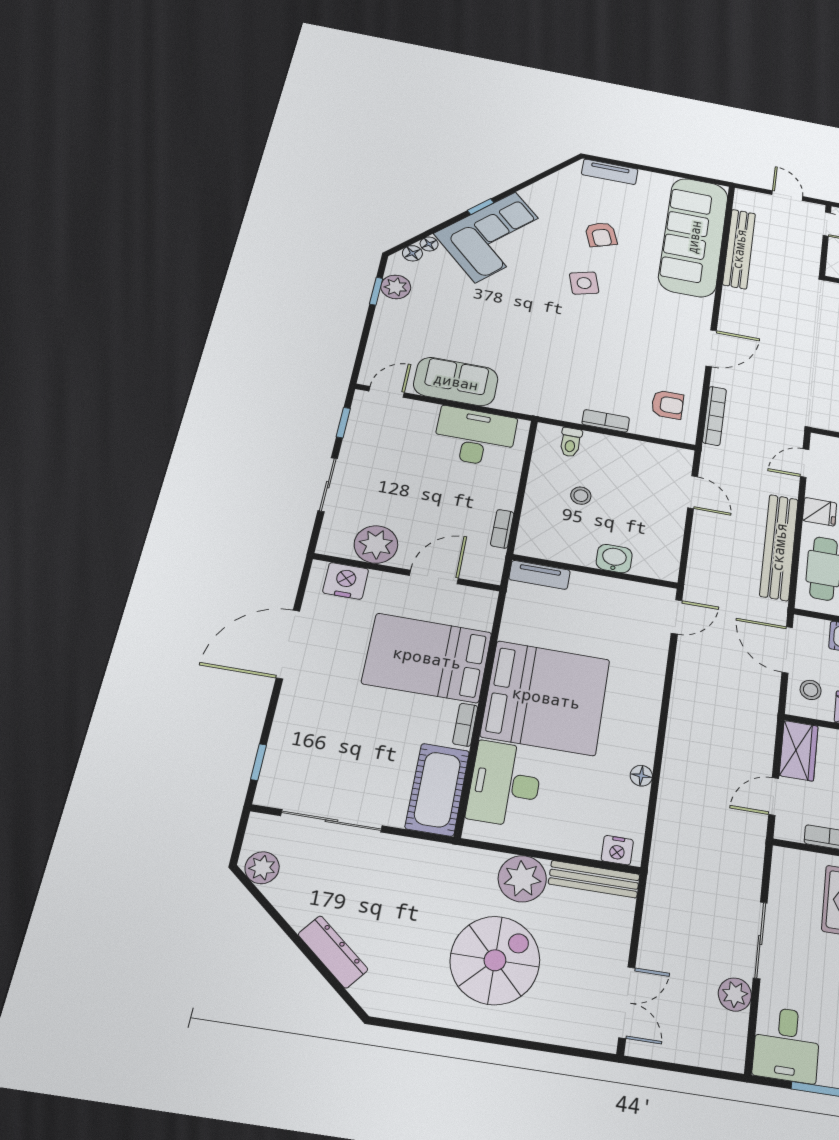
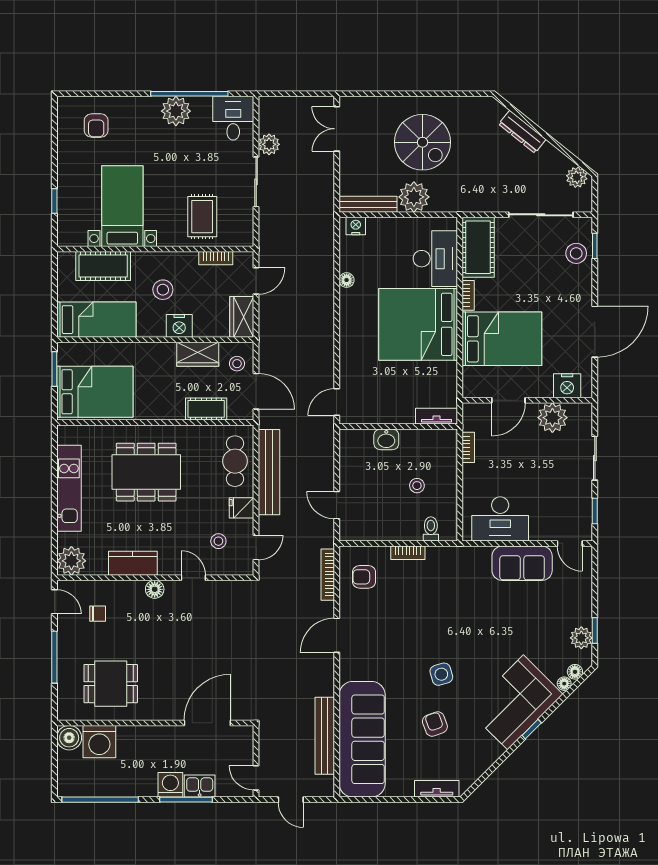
door: (387, 392) -> (570, 543), hinge flipped
stool: (290, 756) -> (576, 253), added
spiral stairs: (495, 960) -> (423, 142), turned -90

